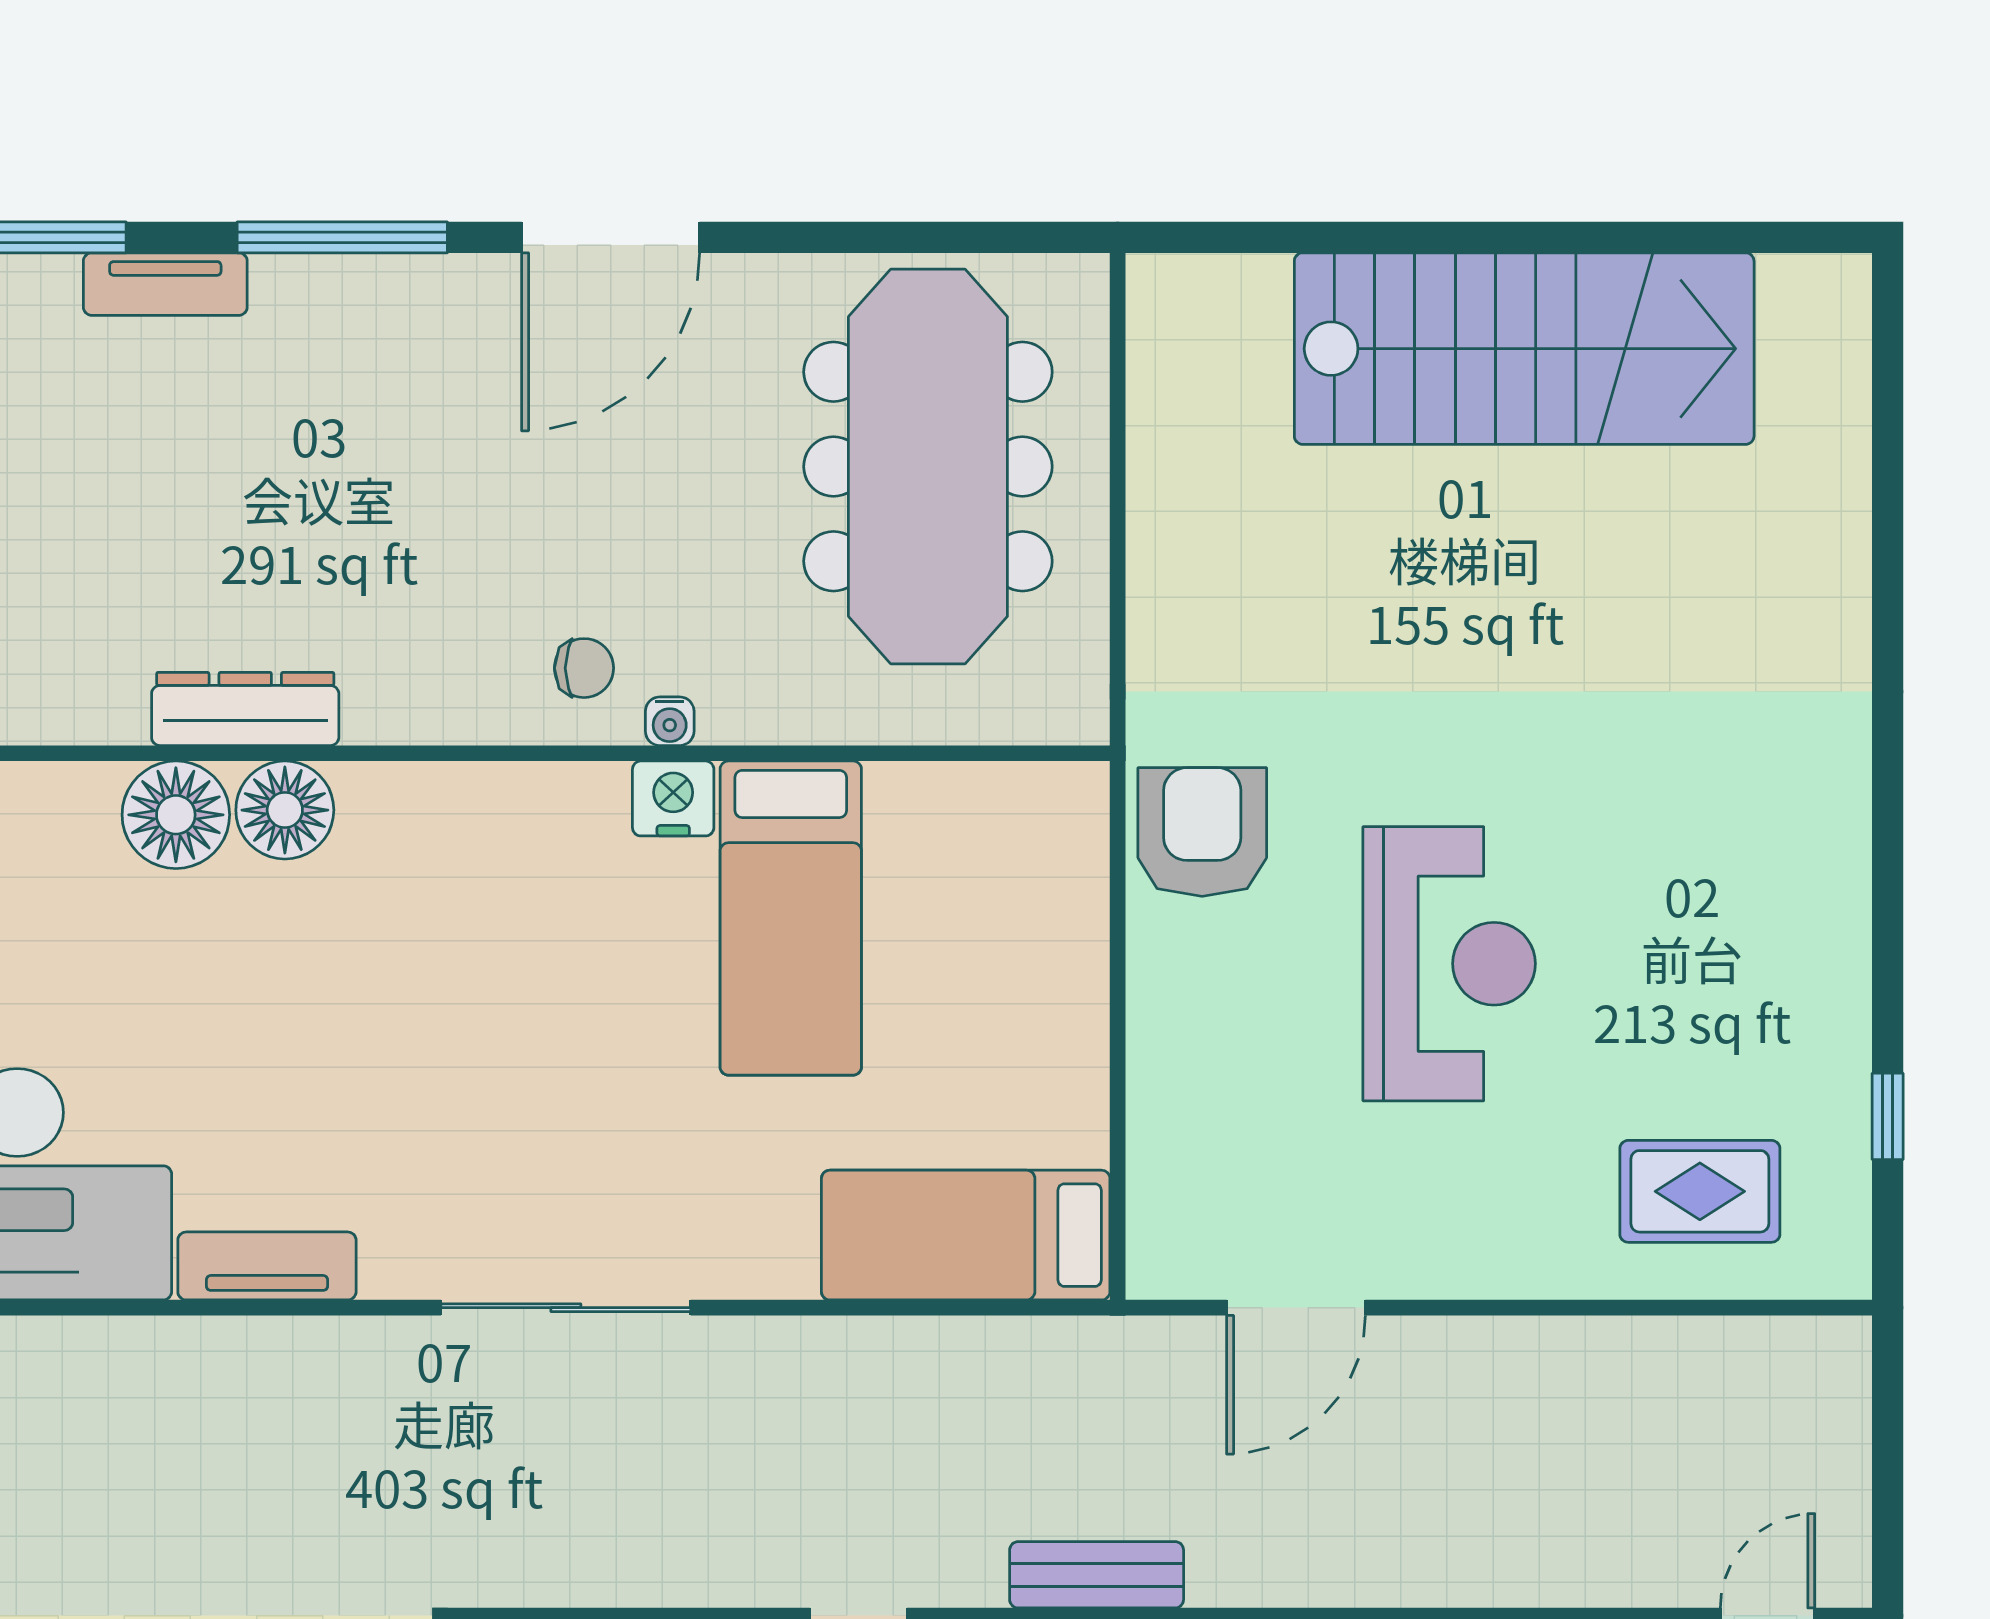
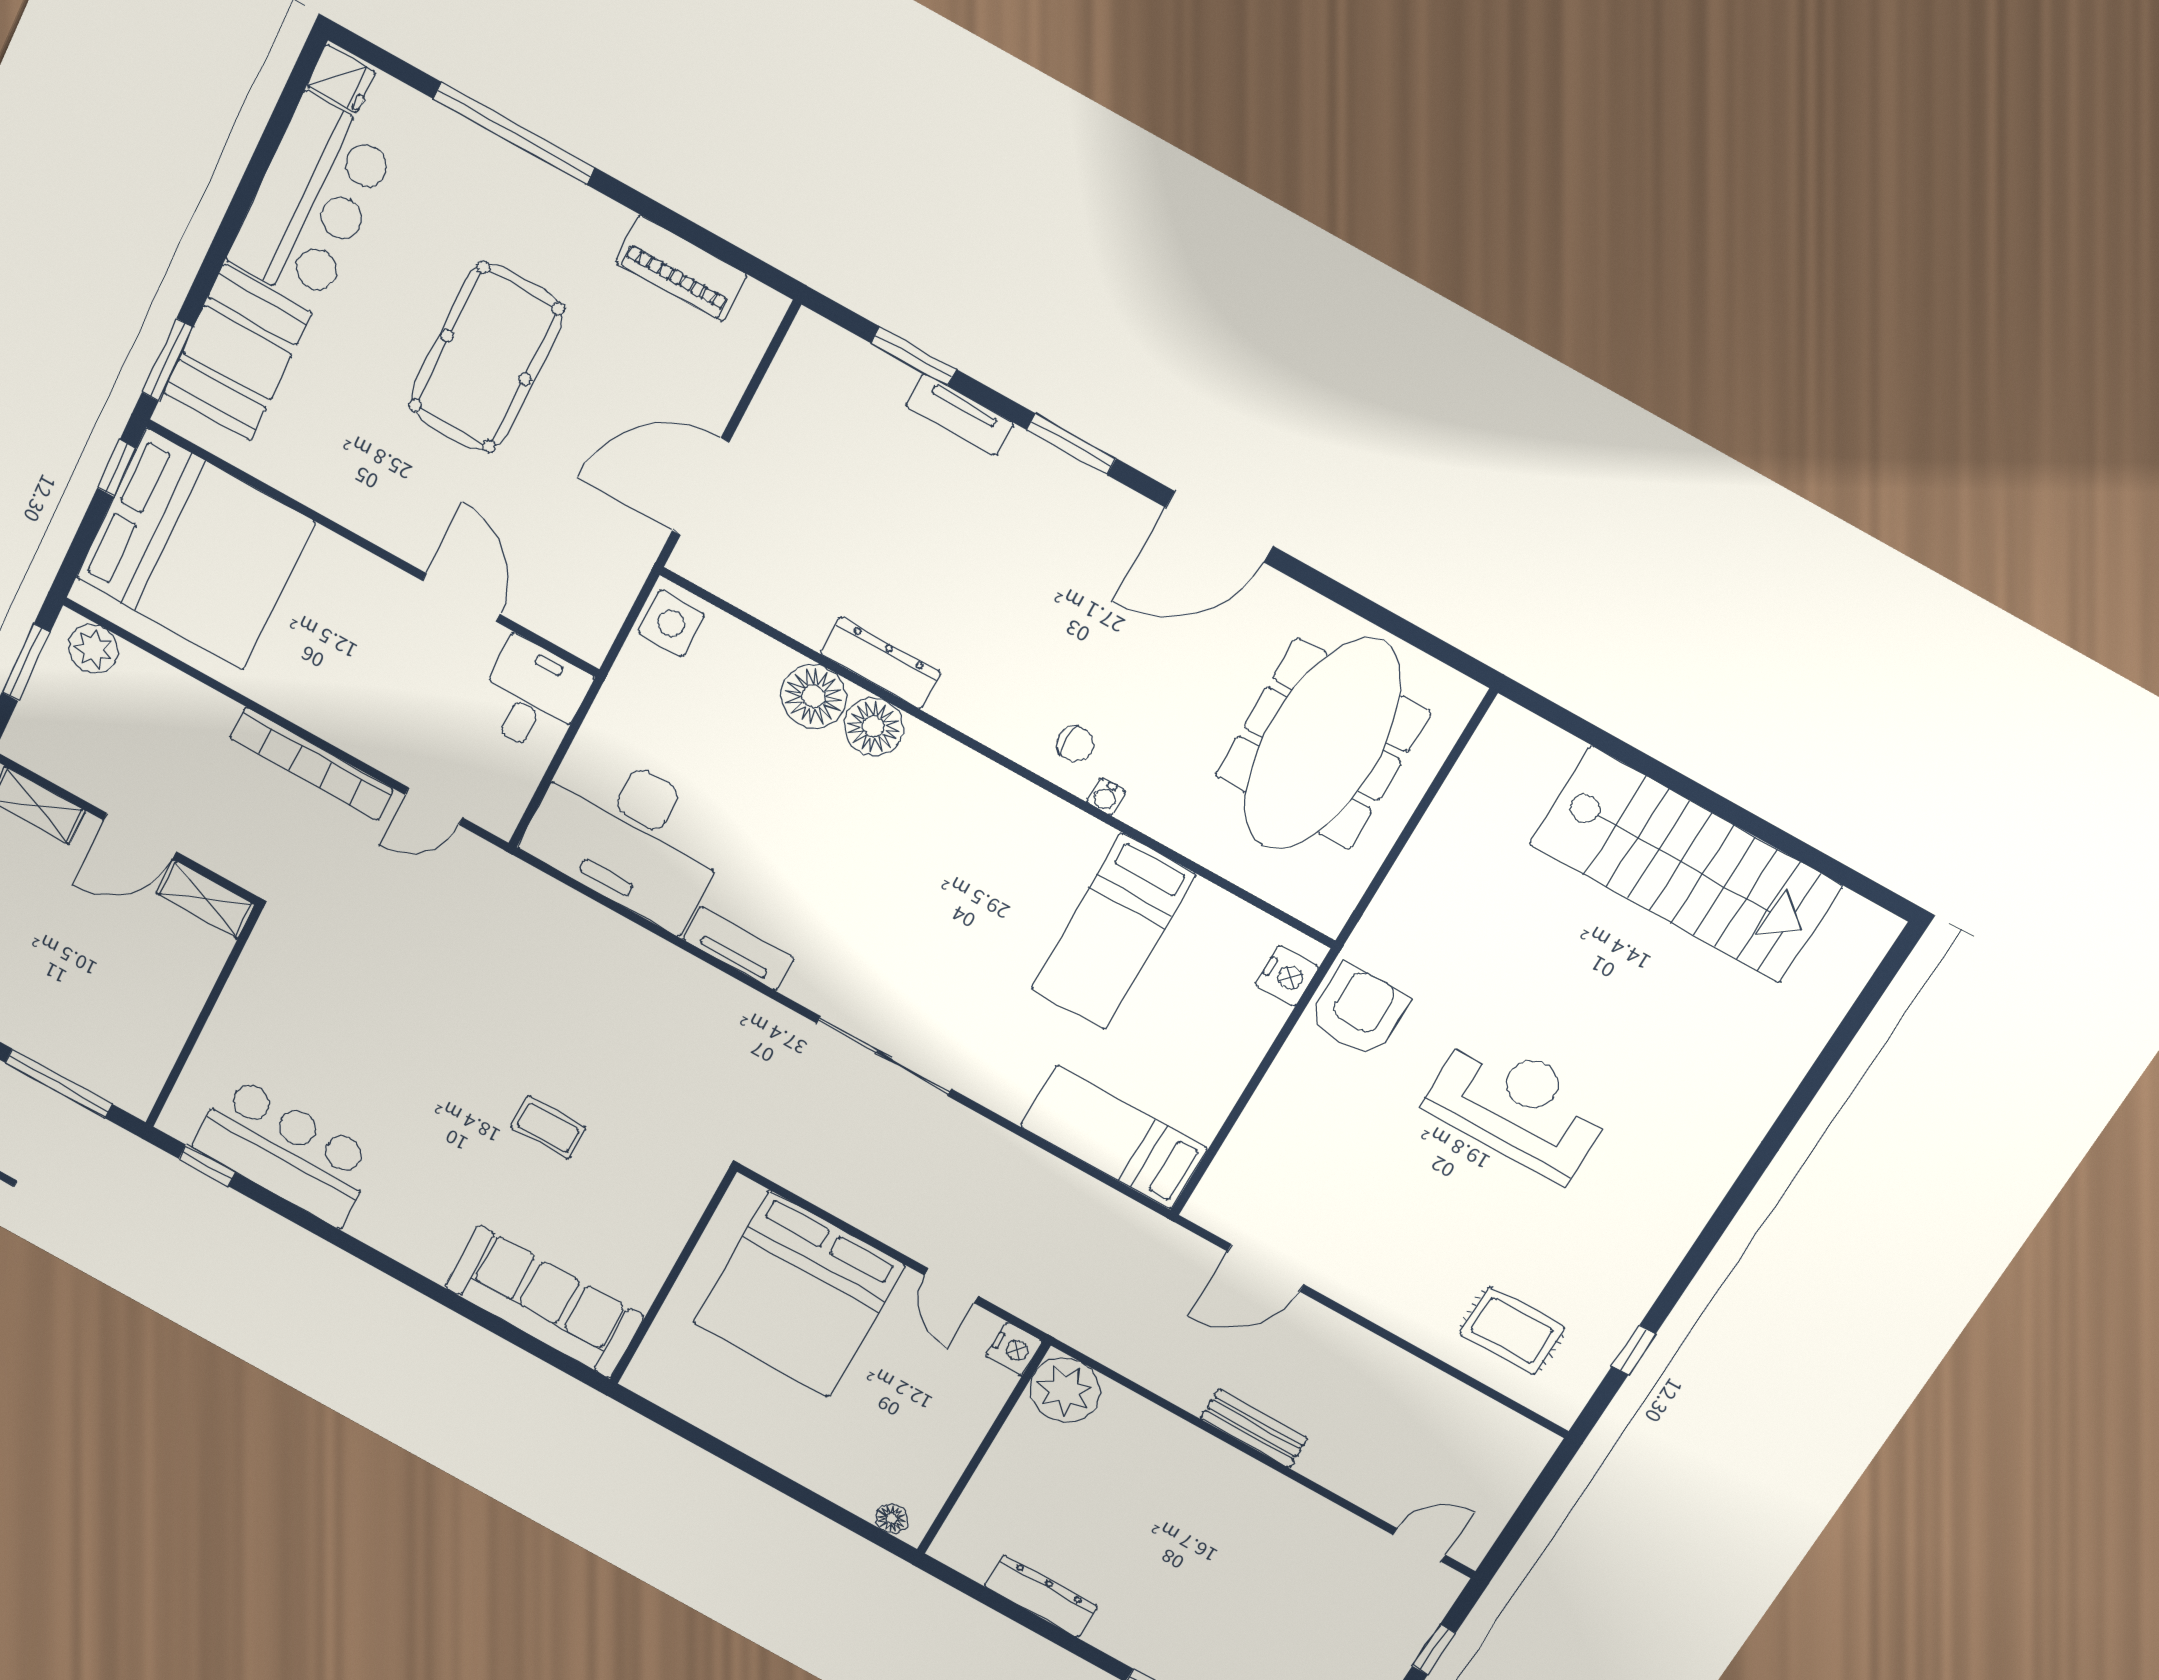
window: (342, 237) -> (1071, 444), width x0.69
nightstand: (673, 798) -> (1287, 976), moved, turned 90
reception desk: (1449, 964) -> (1518, 1106), moved, turned -90
bench: (1097, 1575) -> (1254, 1428), moved

